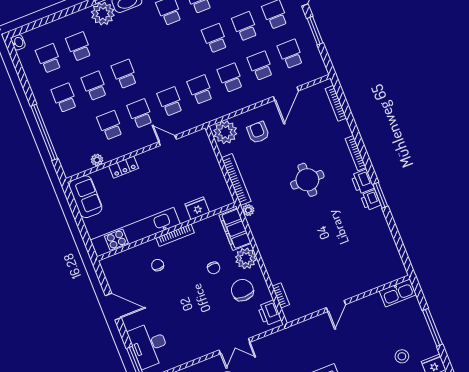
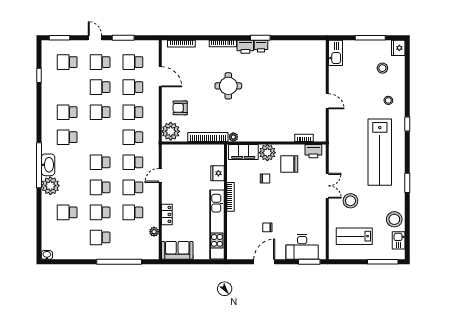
school desk: (49, 58) -> (100, 162), moved
chair: (158, 265) -> (267, 227), moved

